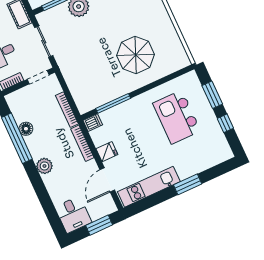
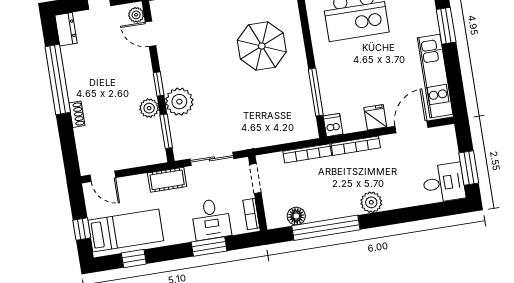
floor lamp: (26, 129) -> (296, 216), moved
door: (107, 180) -> (411, 127), swing flipped
window: (99, 225) -> (469, 168), moved

